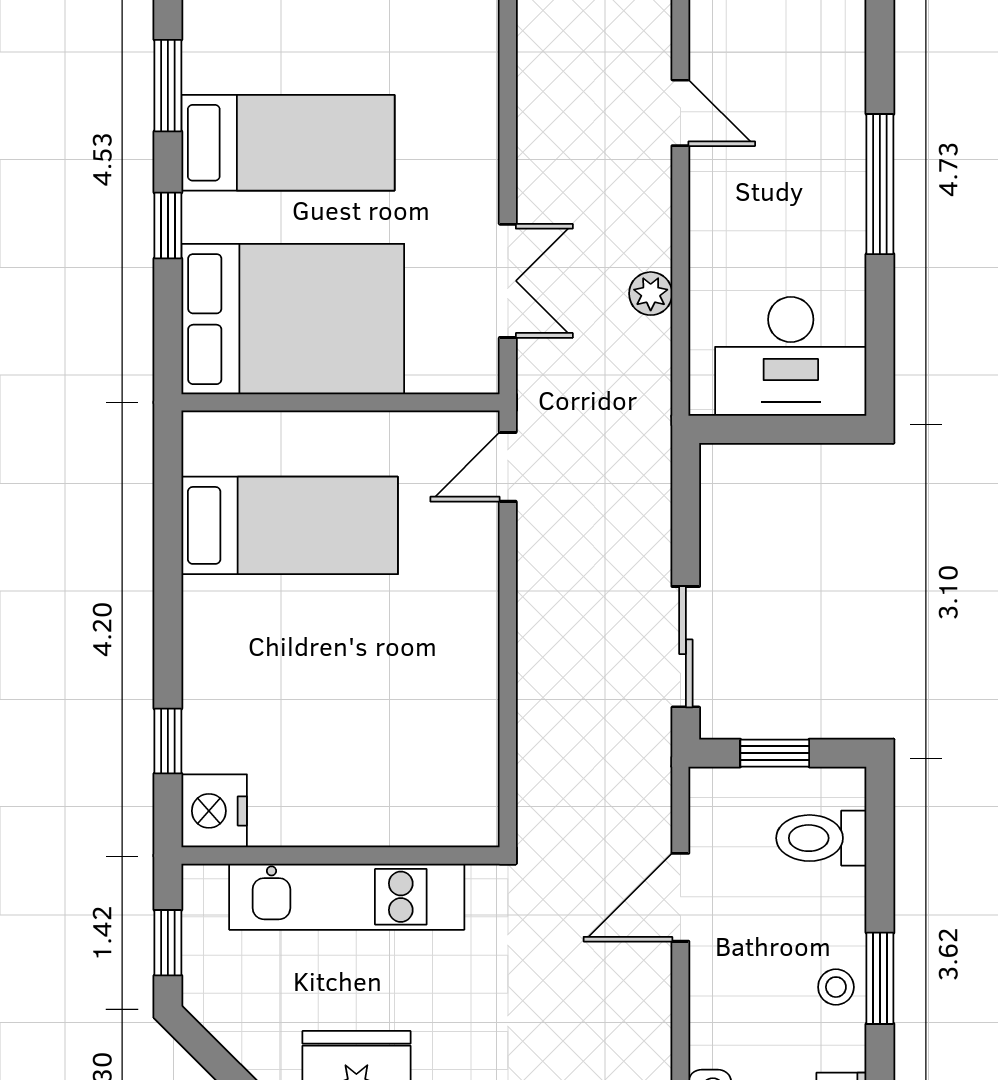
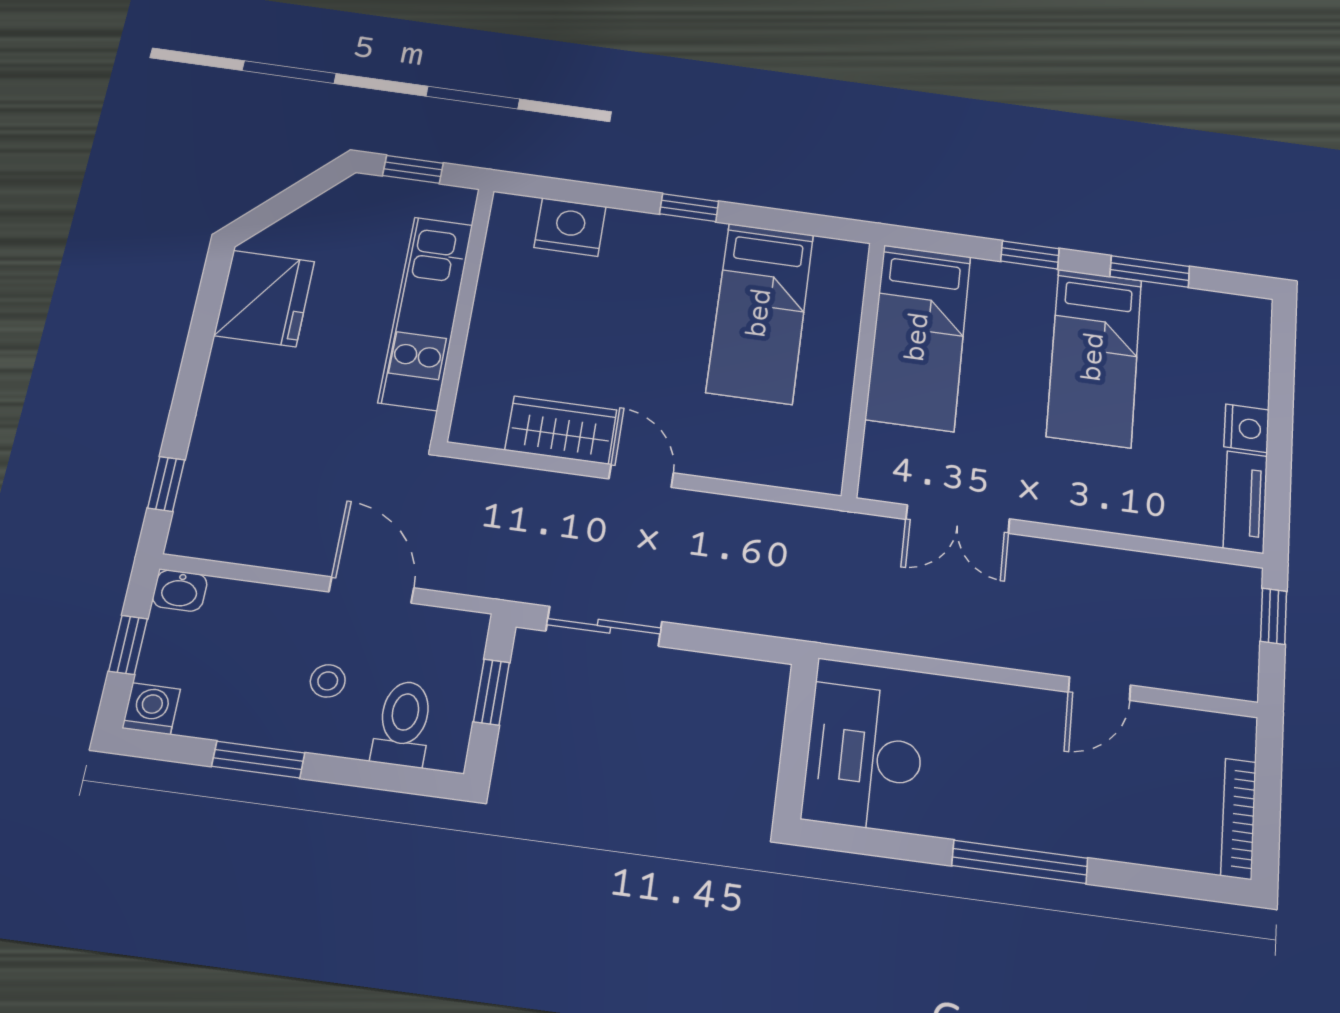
plant: (651, 294) -> (935, 640), removed
bed: (293, 319) -> (918, 337), width x0.67
door: (508, 467) -> (641, 476), moved
wardrobe: (466, 726) -> (561, 430), added
window: (168, 741) -> (689, 208), moved
nightstand: (214, 811) -> (570, 227), moved
stool: (836, 987) -> (328, 681), moved

